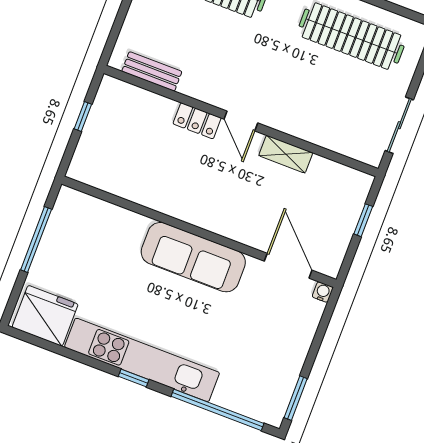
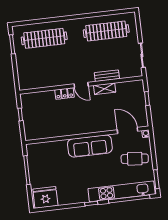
bench: (152, 71) -> (107, 76), moved
cafe table: (273, 332) -> (135, 159), added
kitchen unit: (142, 360) -> (122, 191), moved

